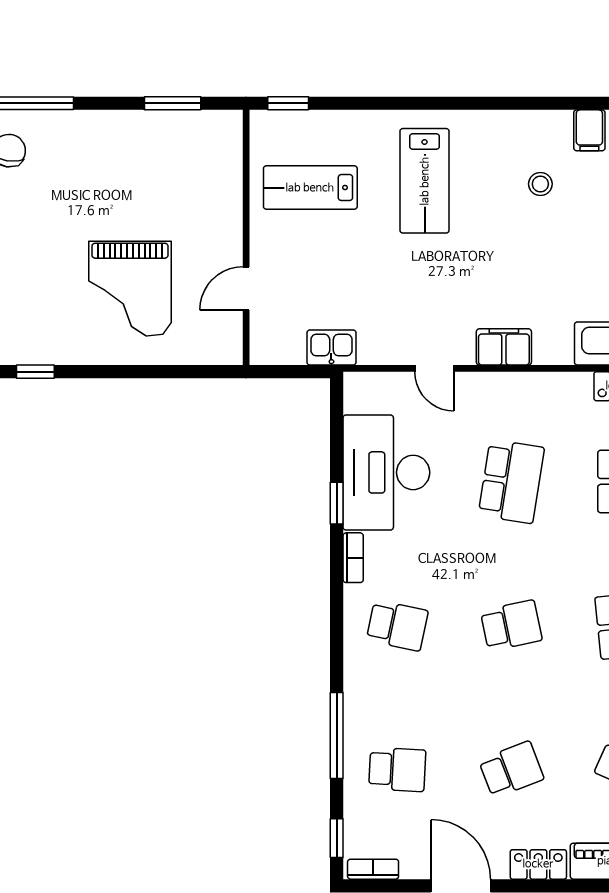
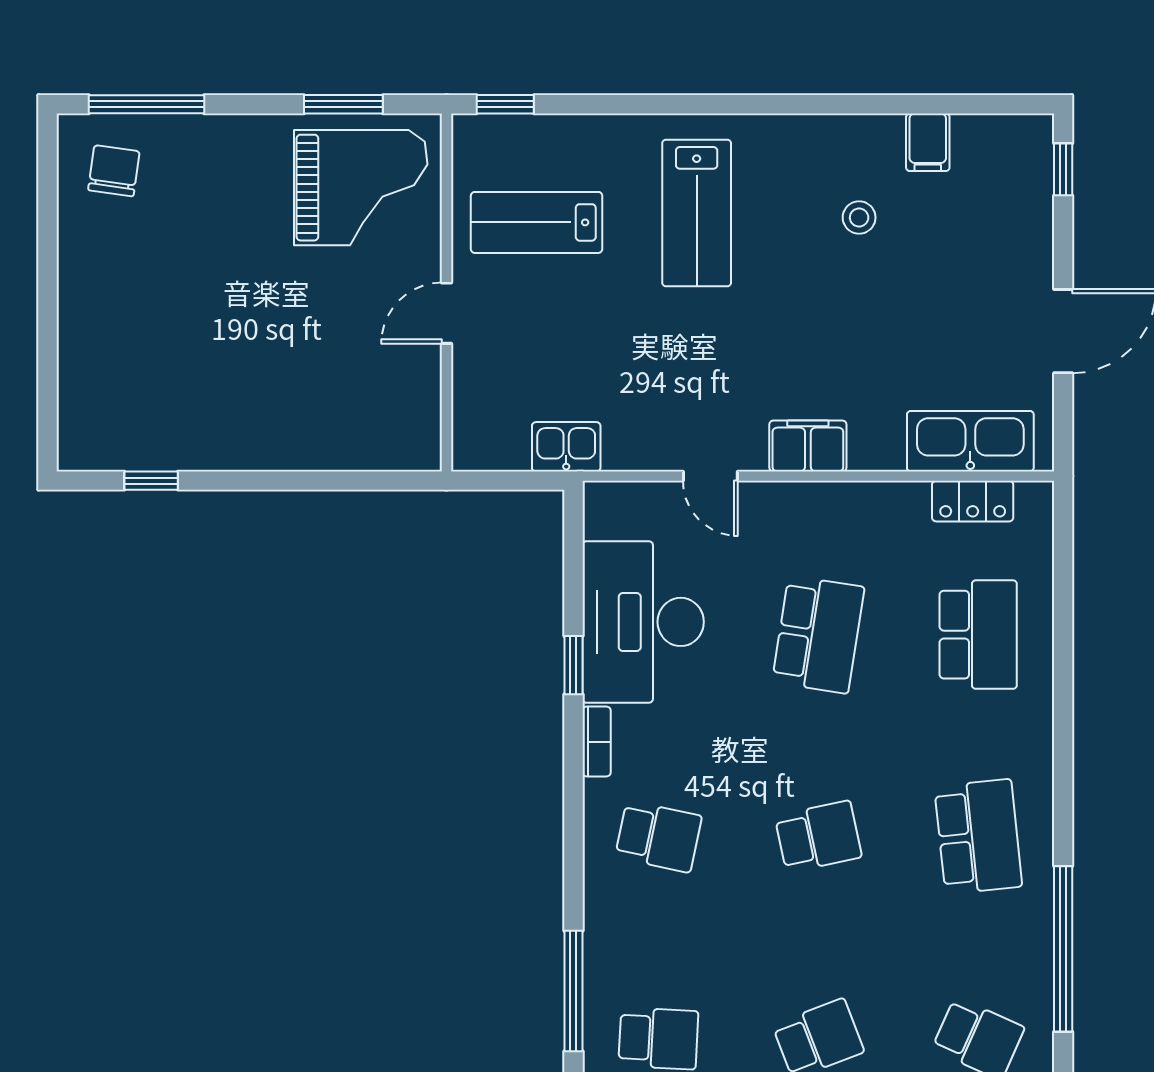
grand piano: (130, 289) -> (361, 188), moved, turned -90
door: (246, 289) -> (447, 313), moved

